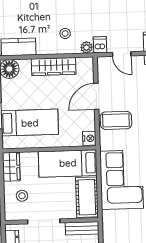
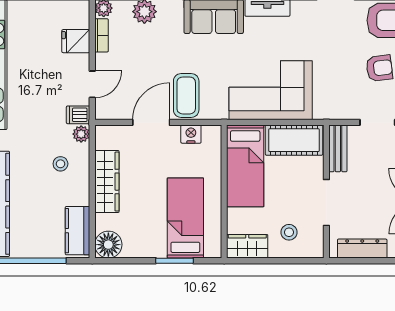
door: (96, 96) -> (151, 122), swing flipped
nightstand: (89, 138) -> (191, 134), moved

